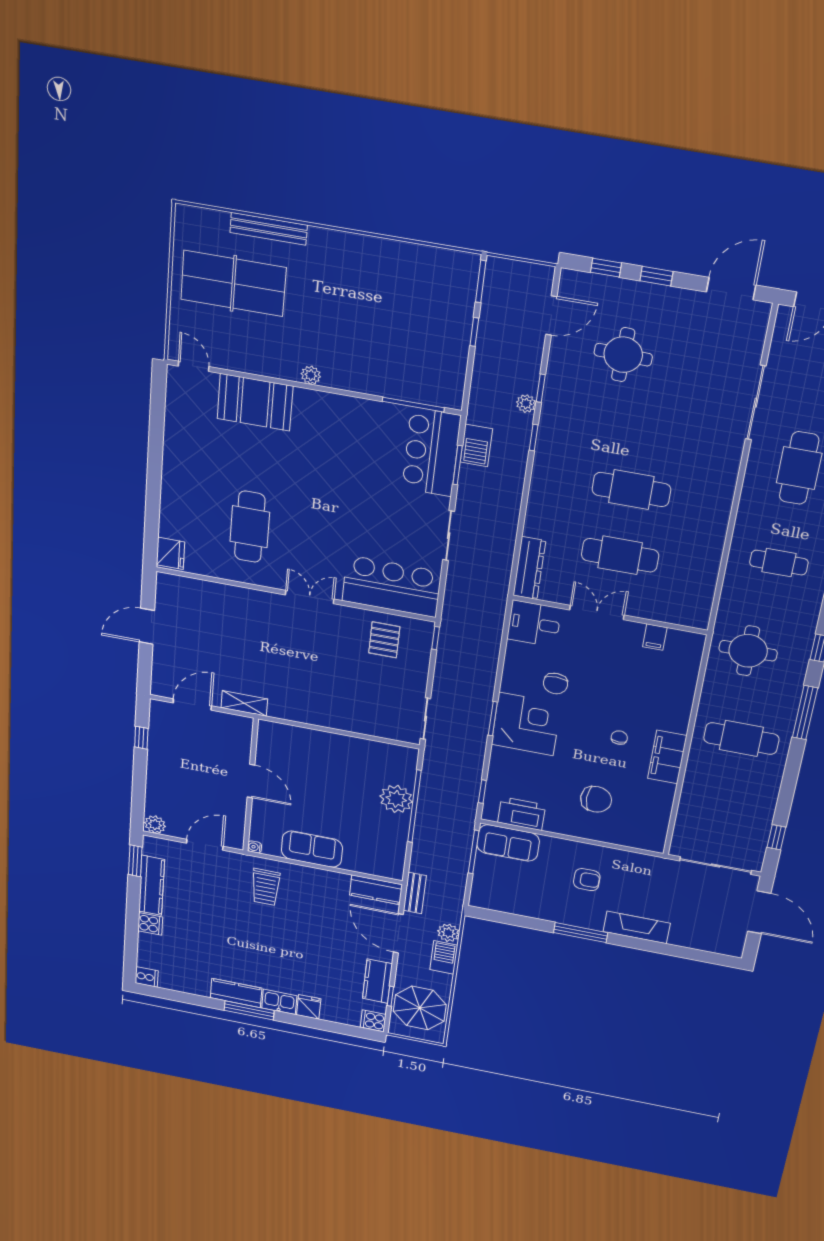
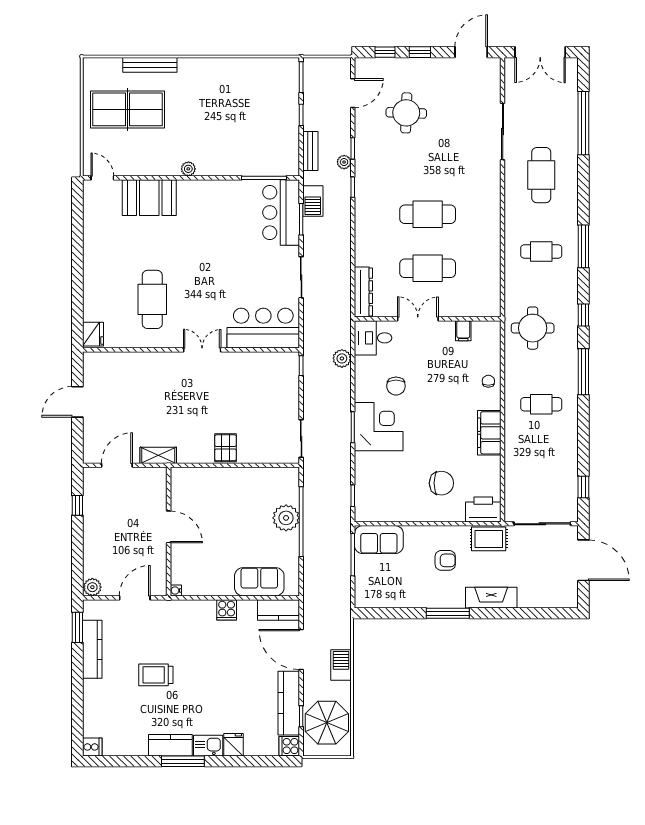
pallet: (384, 640) -> (225, 448), moved
chair: (619, 738) -> (488, 381), moved
cafe table: (741, 739) -> (541, 404), width x0.73, depth x0.74
printer: (522, 814) -> (483, 509), moved
sofa: (312, 849) -> (259, 582), moved
rug: (645, 868) -> (489, 539), added
trolley: (266, 887) -> (156, 675), moved, turned 90
bench: (415, 893) -> (310, 151), moved
cooker: (150, 924) -> (227, 610), moved, turned 90
plant: (448, 933) -> (342, 358), moved
kitchen counter: (377, 981) -> (289, 703), width x1.50

